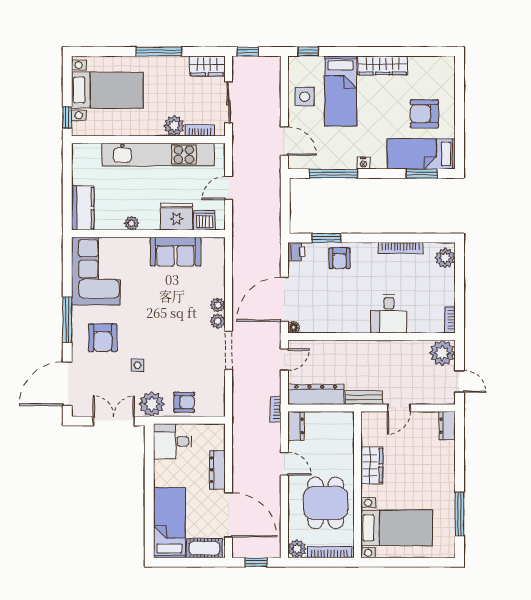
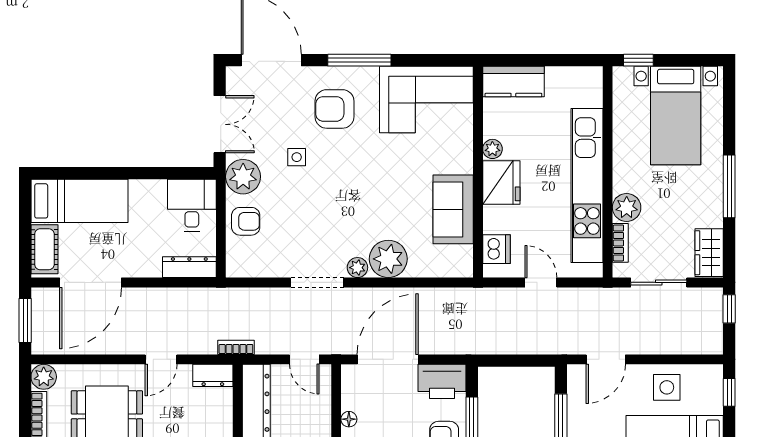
fridge: (176, 217) -> (501, 183), moved
printer: (296, 252) -> (442, 381), width x1.87, depth x1.48
door: (284, 299) -> (388, 359), hinge flipped
plant: (218, 305) -> (388, 259), width x1.87, depth x1.87
floor lamp: (293, 327) -> (349, 419), moved
armchair: (184, 402) -> (246, 221), turned -90
dresser: (217, 470) -> (189, 267), moved
window: (256, 562) -> (25, 320), width x1.50

